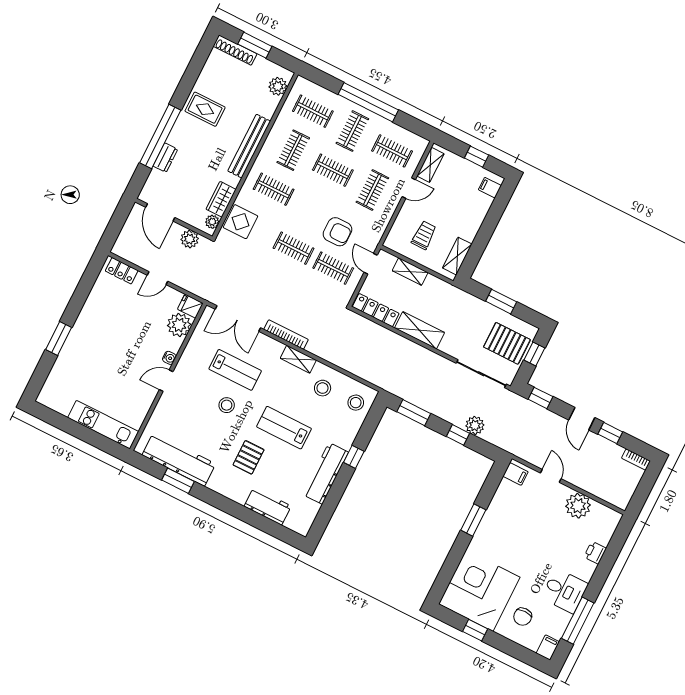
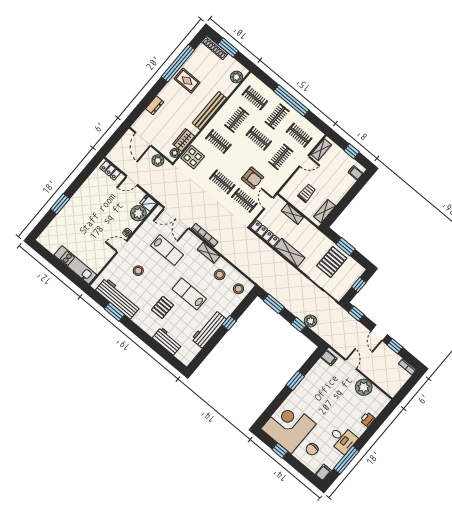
window: (160, 136) -> (178, 63), moved
pallet: (507, 343) -> (332, 262), moved, turned 90
stool: (227, 405) -> (138, 271), moved

